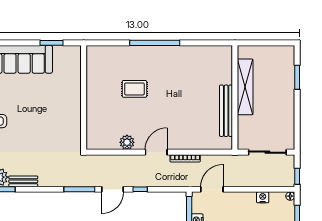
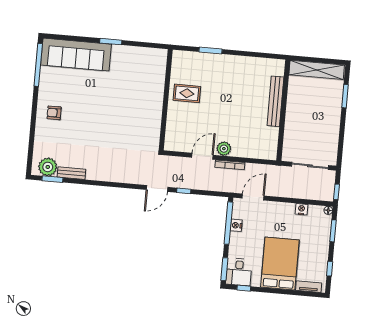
window: (155, 43) -> (211, 51), width x0.47
shelving: (245, 87) -> (317, 70), moved, turned 90
wall: (84, 97) -> (166, 100), moved
bench: (226, 111) -> (275, 101), moved
plant: (127, 142) -> (224, 149), moved
window: (79, 189) -> (125, 186), removed

